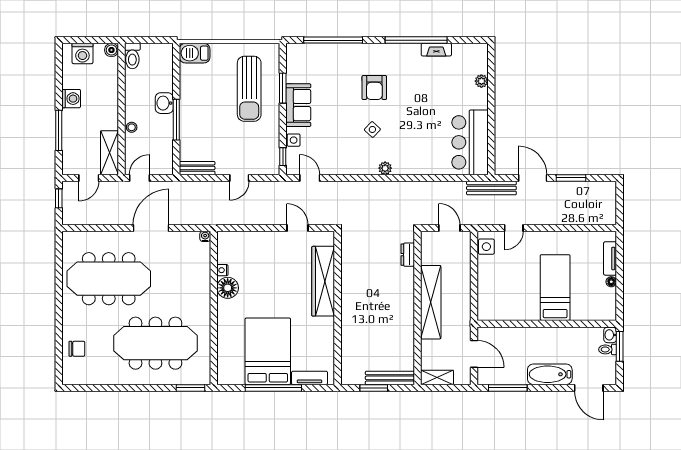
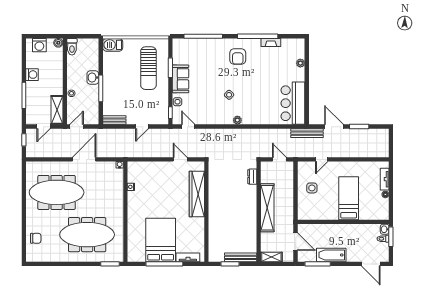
armchair: (374, 88) -> (238, 57), moved
side table: (486, 247) -> (312, 188), moved
floor lamp: (228, 288) -> (134, 198), removed
bathtub: (550, 374) -> (331, 255), moved

